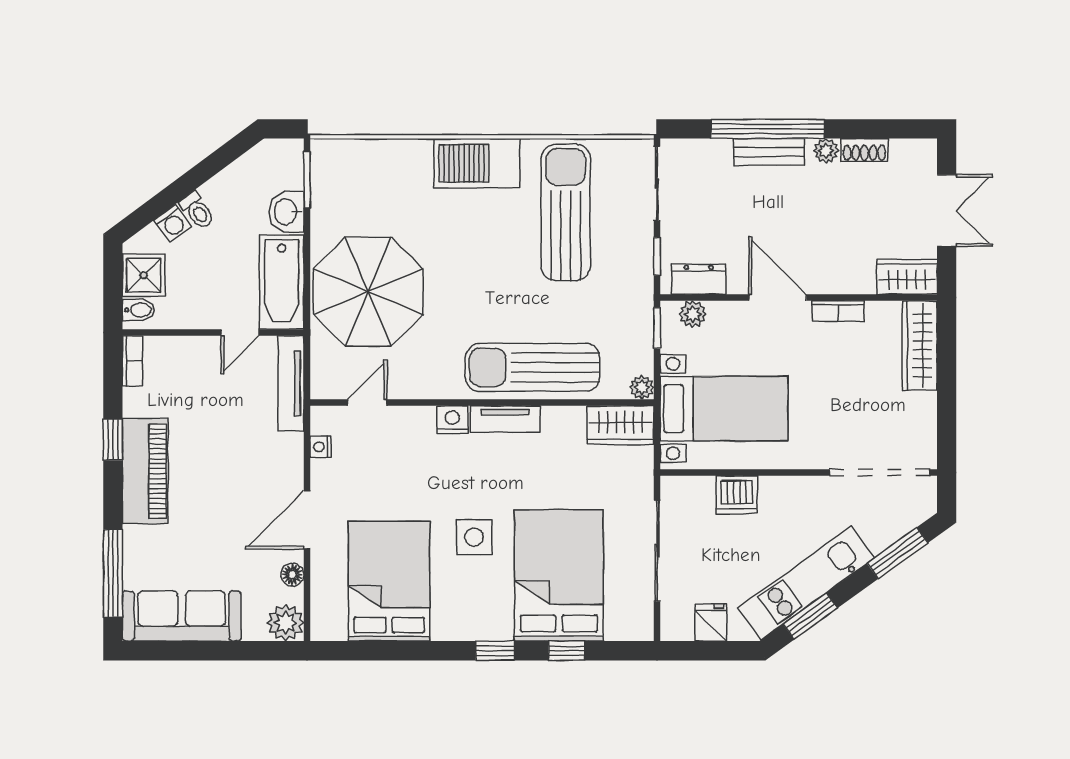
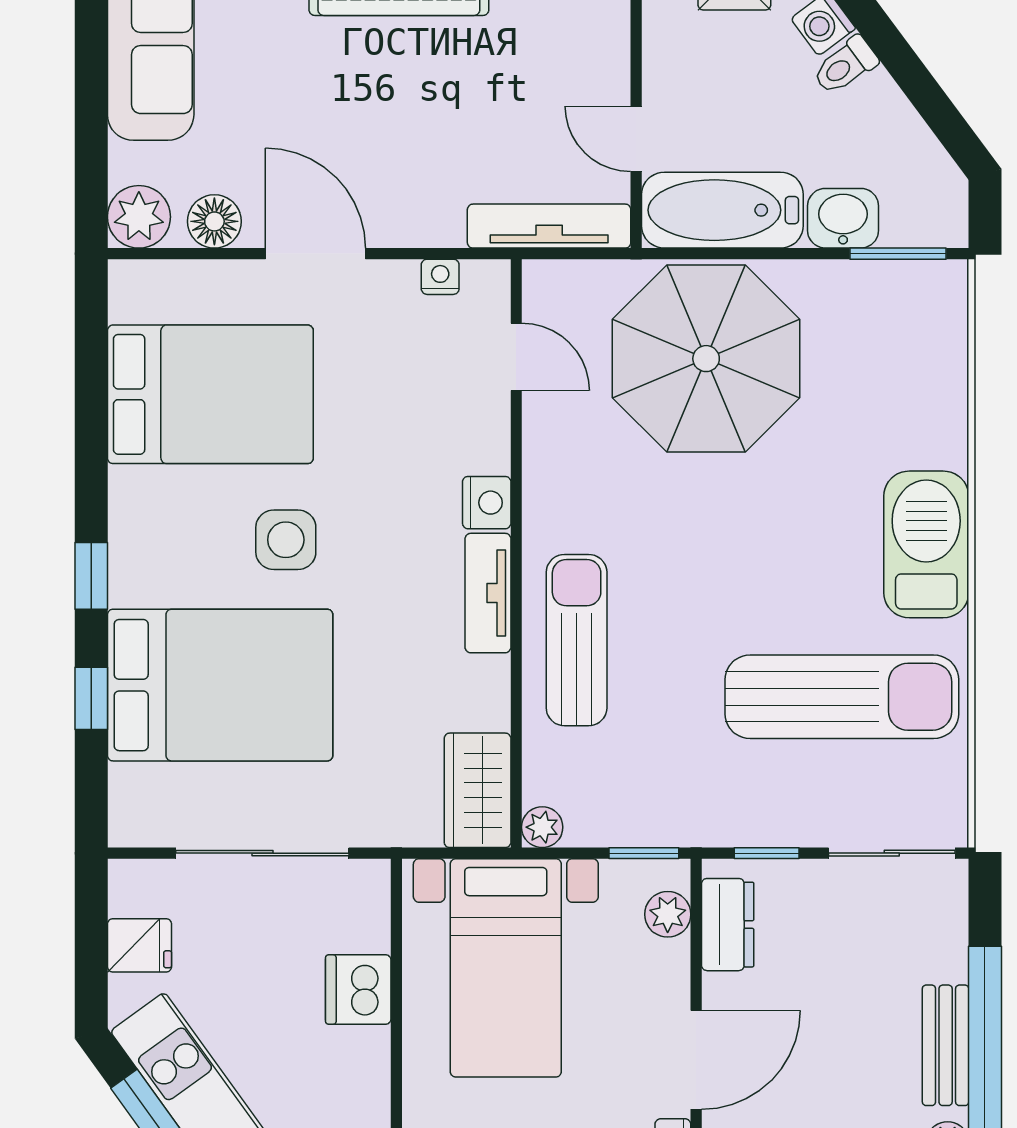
sun lounger: (533, 367) -> (577, 640), width x0.73, depth x0.75
floor lamp: (292, 575) -> (214, 221), width x1.37, depth x1.37

